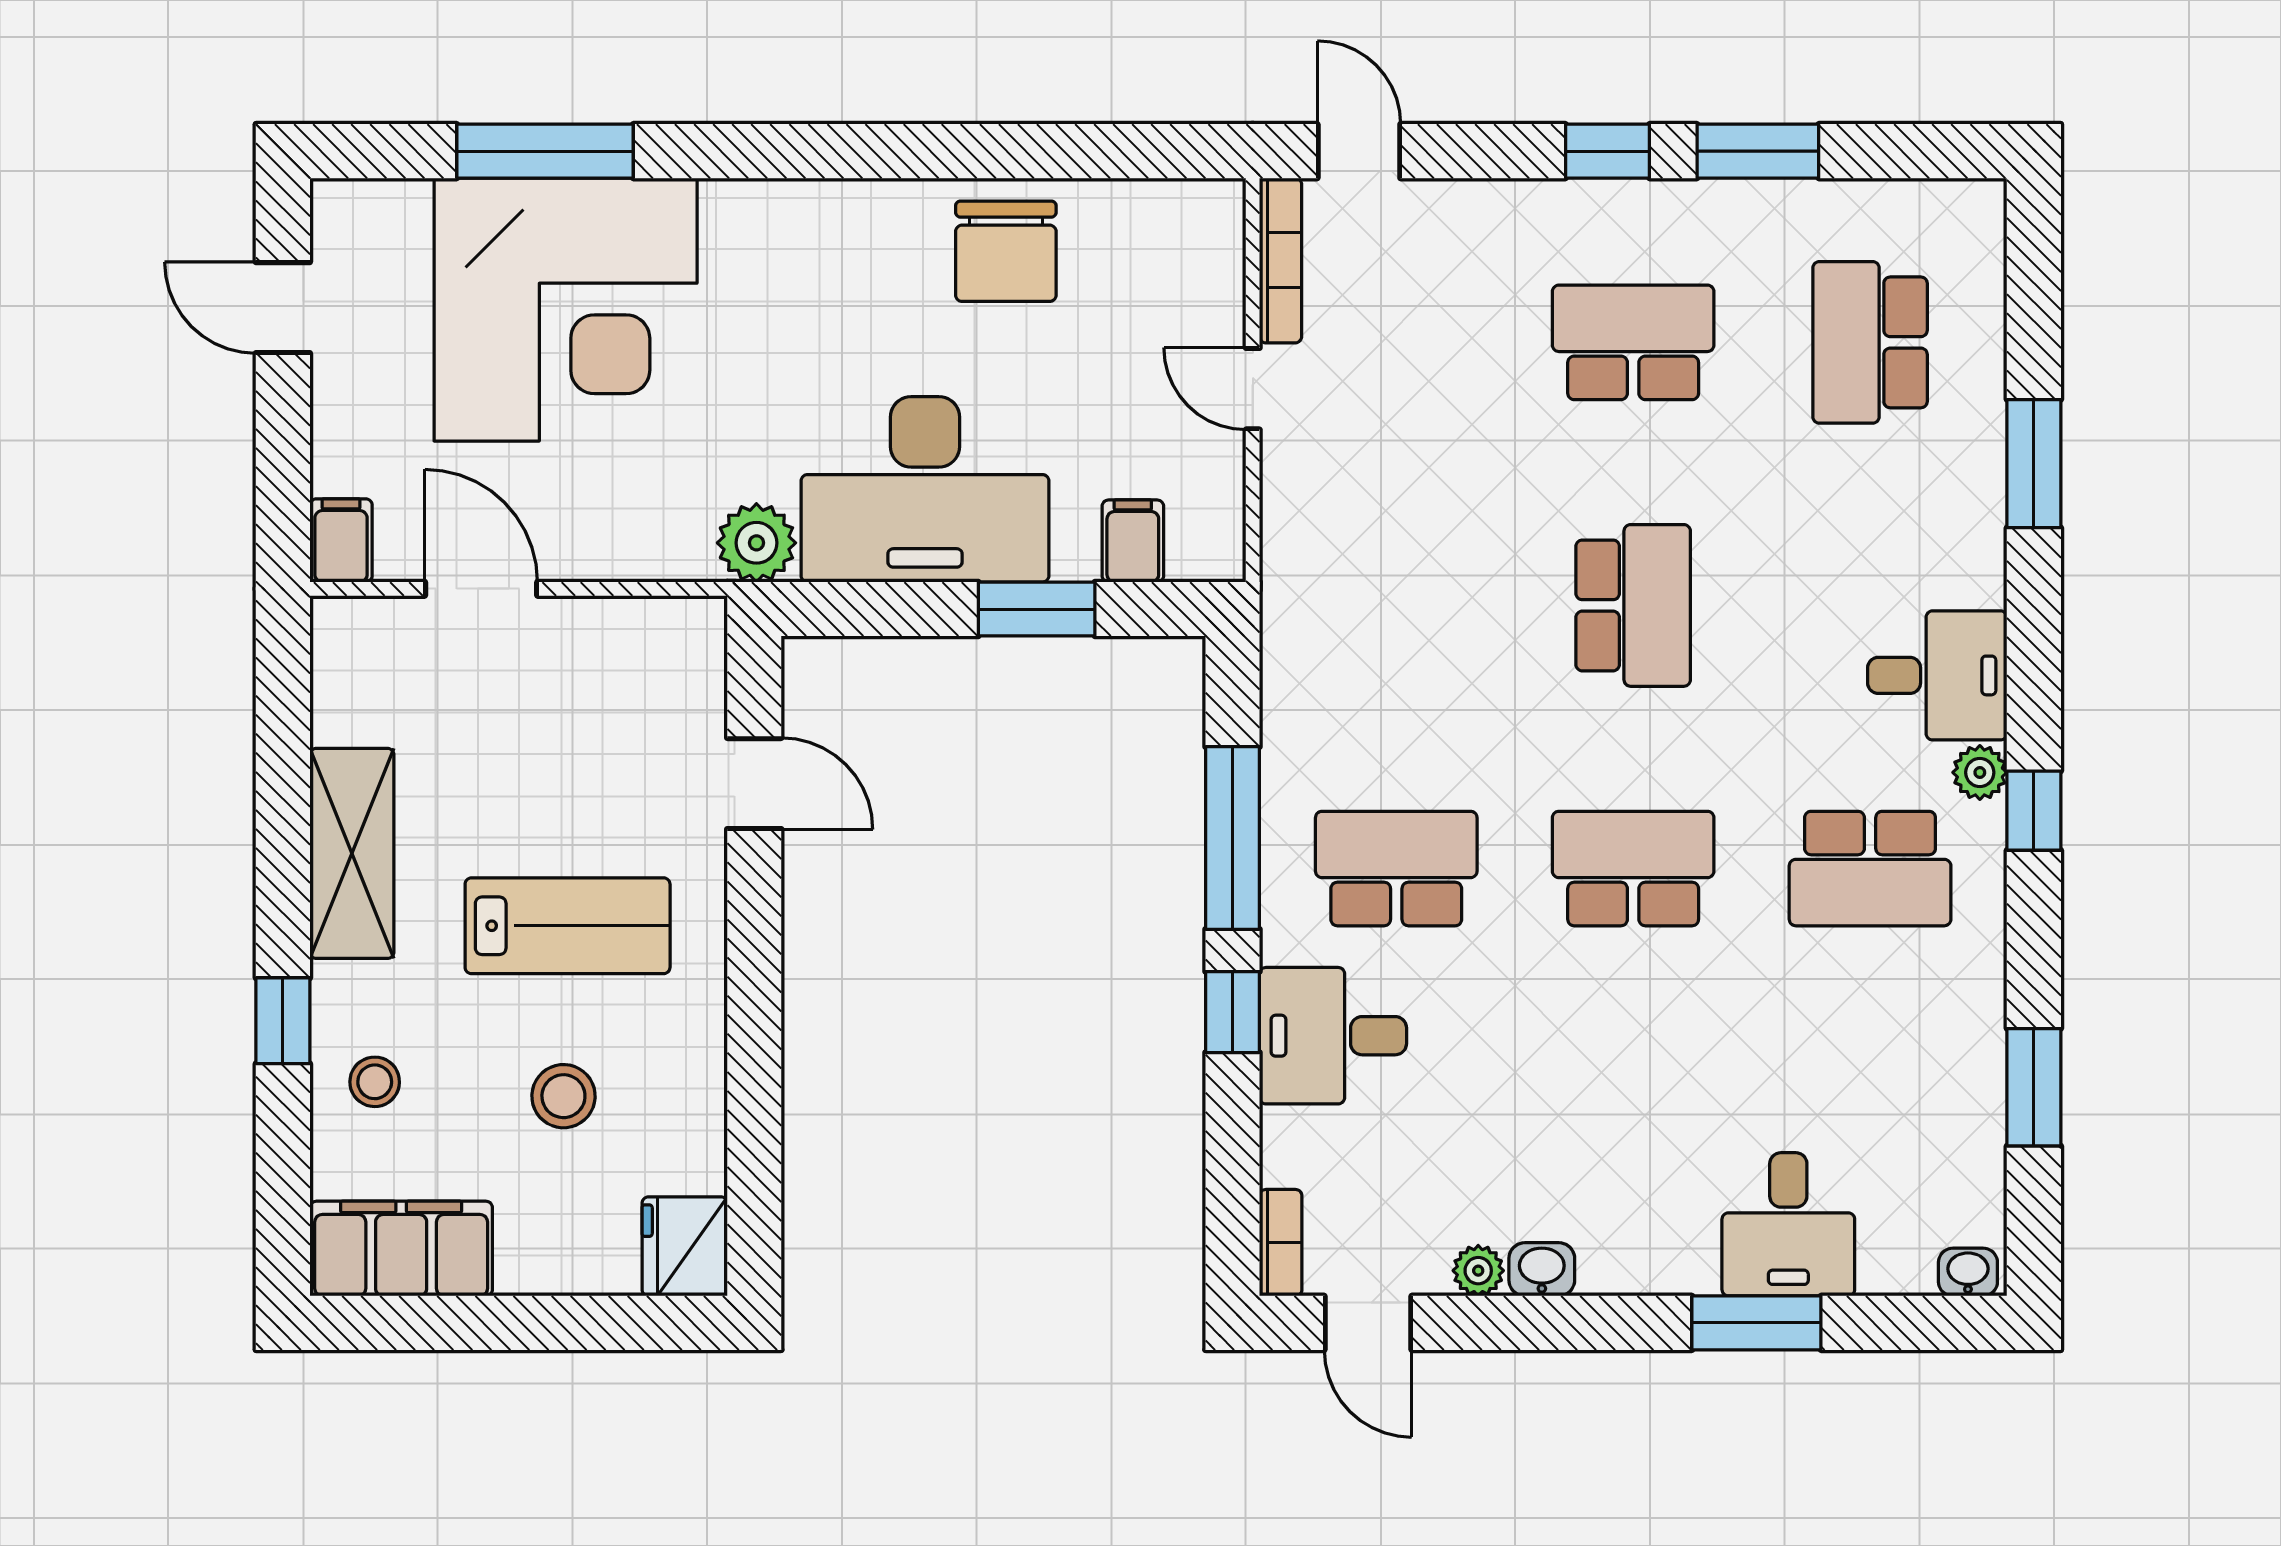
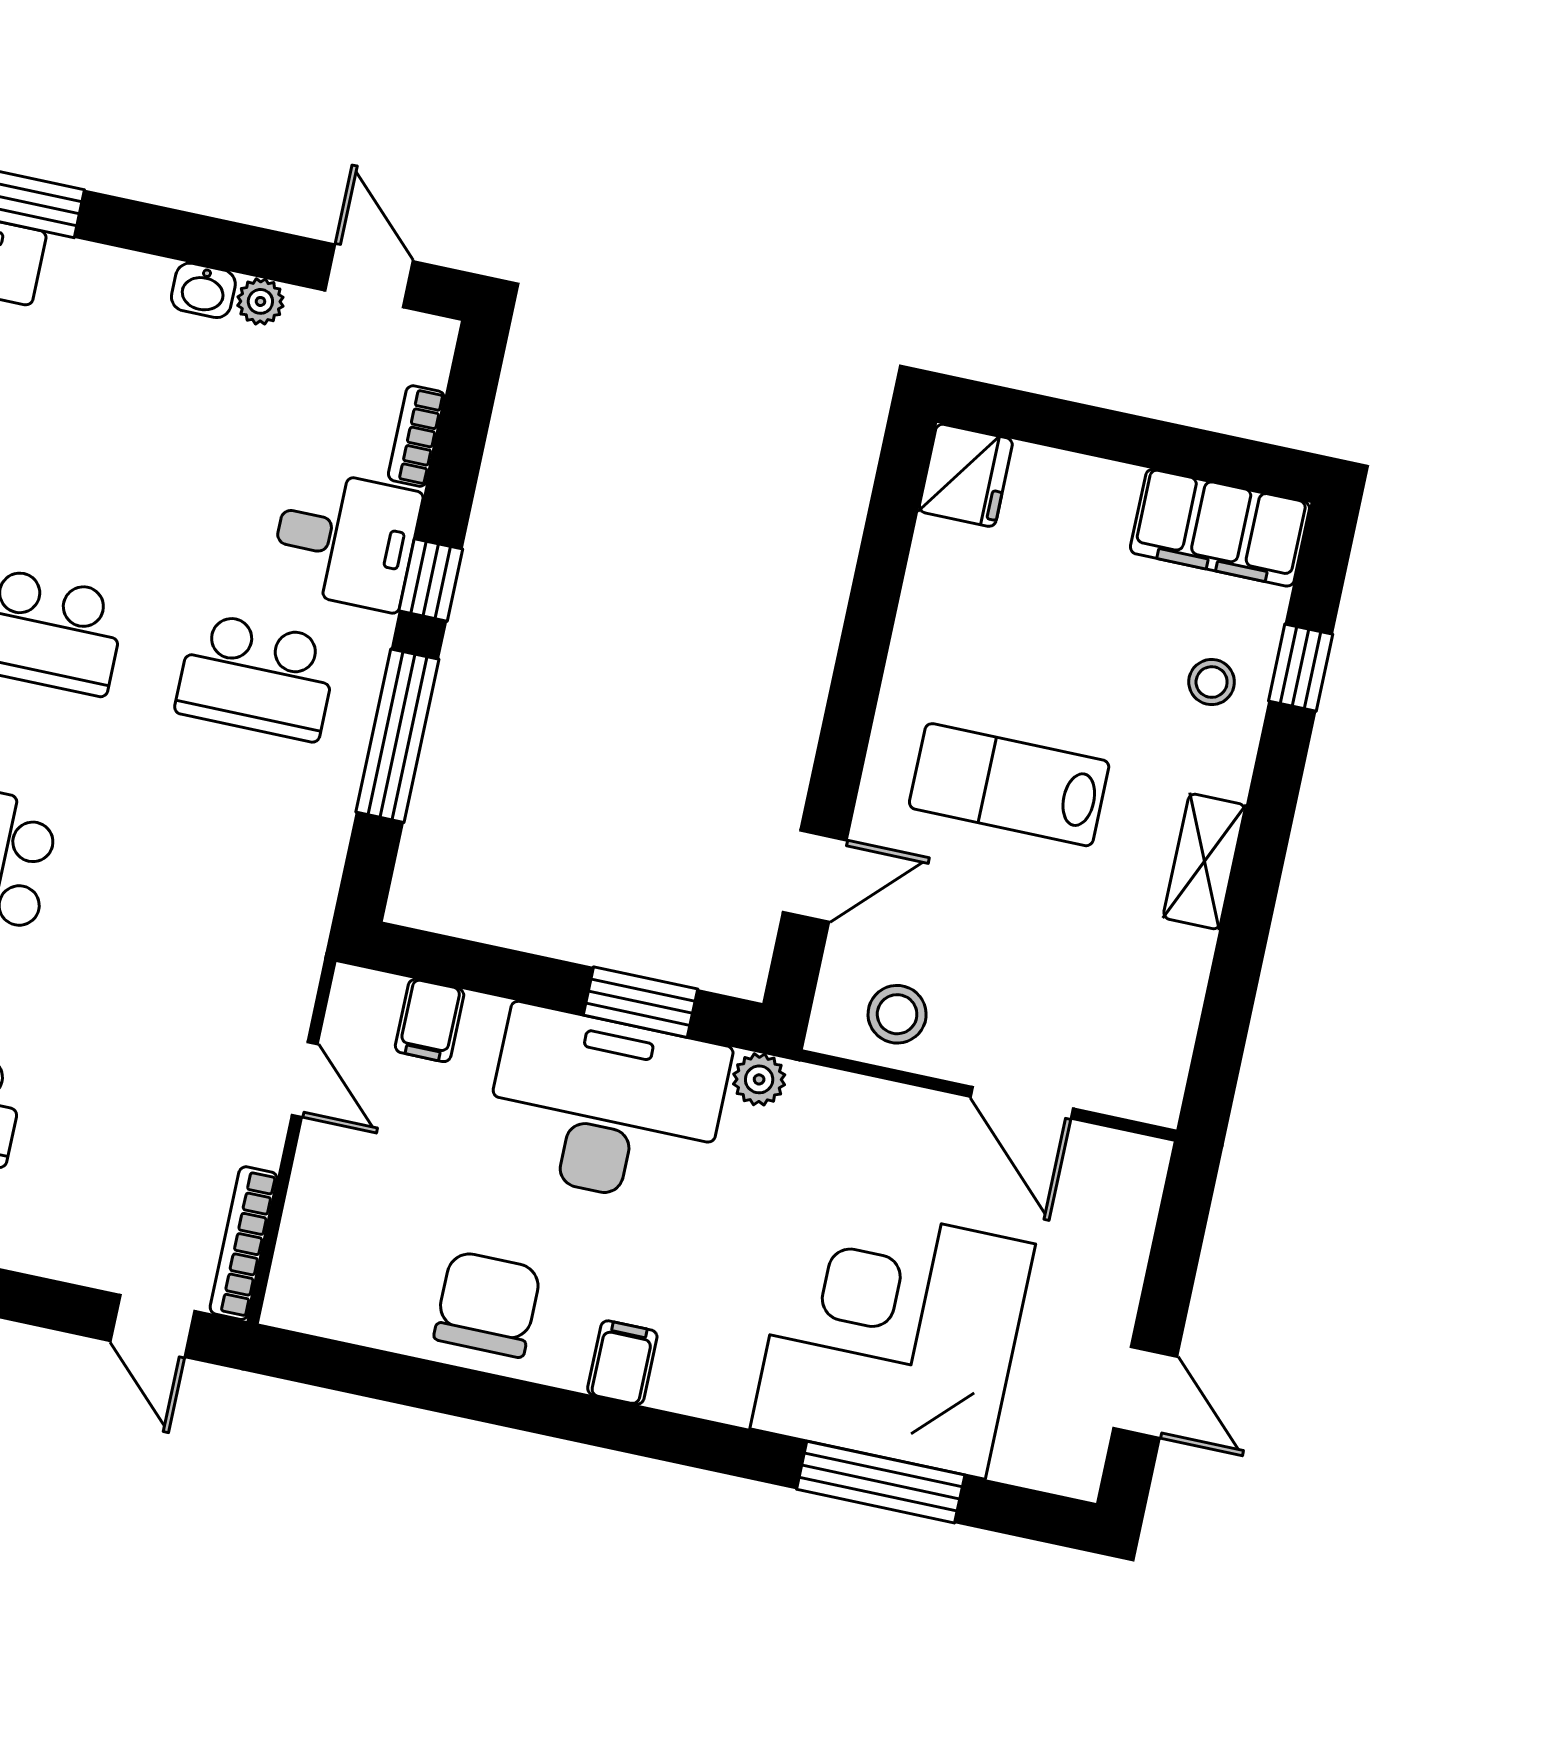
door: (1253, 389) -> (305, 1080), moved
filing cabinet: (341, 540) -> (622, 1363), moved, turned 180
plant: (756, 543) -> (759, 1079), width x0.73, depth x0.73
window: (1037, 609) -> (640, 1002), moved
door: (754, 784) -> (815, 876), swing flipped
shelving: (352, 853) -> (1204, 861), width x0.67, depth x0.75
window: (283, 1021) -> (1301, 668), moved
stool: (563, 1096) -> (897, 1014), moved
bookcase: (1281, 1243) -> (416, 436), moved

